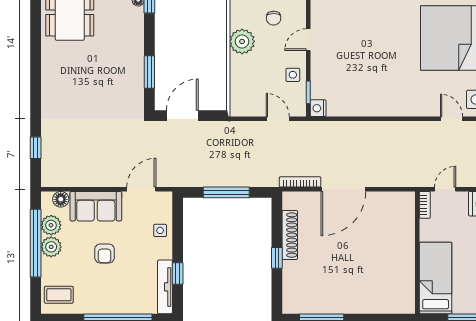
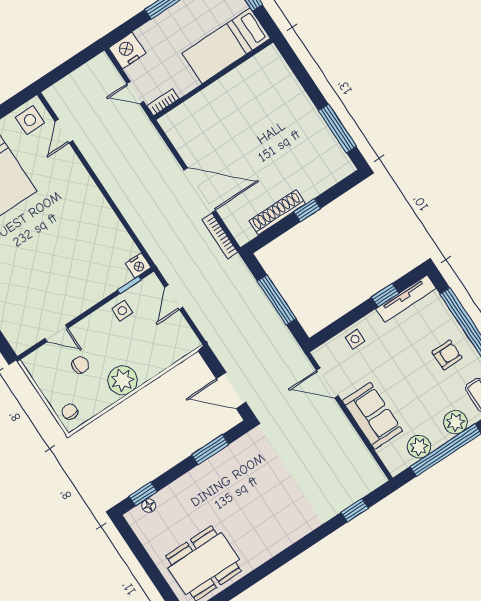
door: (308, 40) -> (56, 333), moved
floor lamp: (61, 199) -> (388, 454), removed
plant: (51, 247) -> (455, 422), moved
armchair: (104, 253) -> (447, 355), moved

